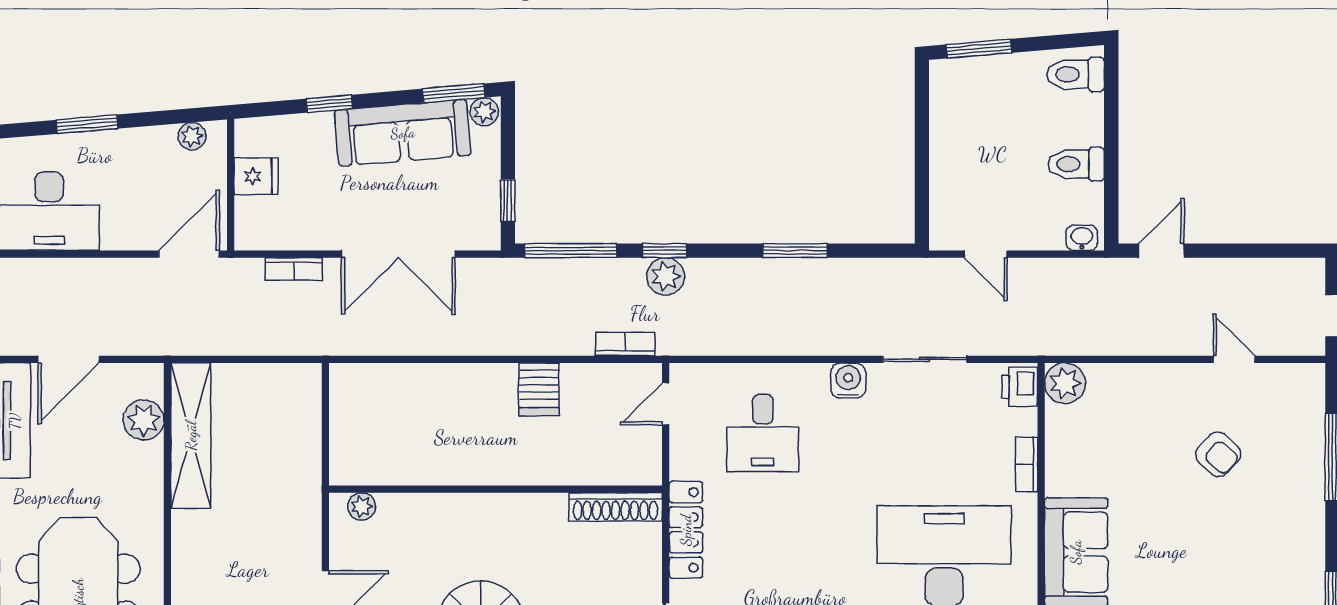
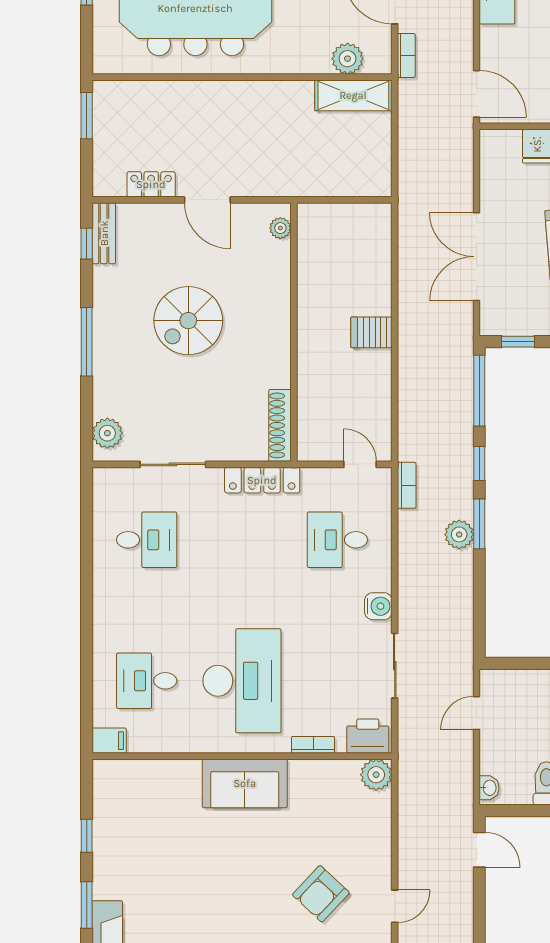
window: (795, 251) -> (479, 524), moved
bookcase: (294, 269) -> (406, 55), moved, turned 180
plant: (666, 276) -> (459, 534), moved
bookcase: (625, 344) -> (407, 485), moved
printer: (1020, 387) -> (368, 736), width x1.36, depth x1.24
server rack: (539, 389) -> (371, 332), moved
shelving: (191, 436) -> (353, 95), width x0.68
armchair: (1218, 454) -> (321, 894), width x1.38, depth x1.38

